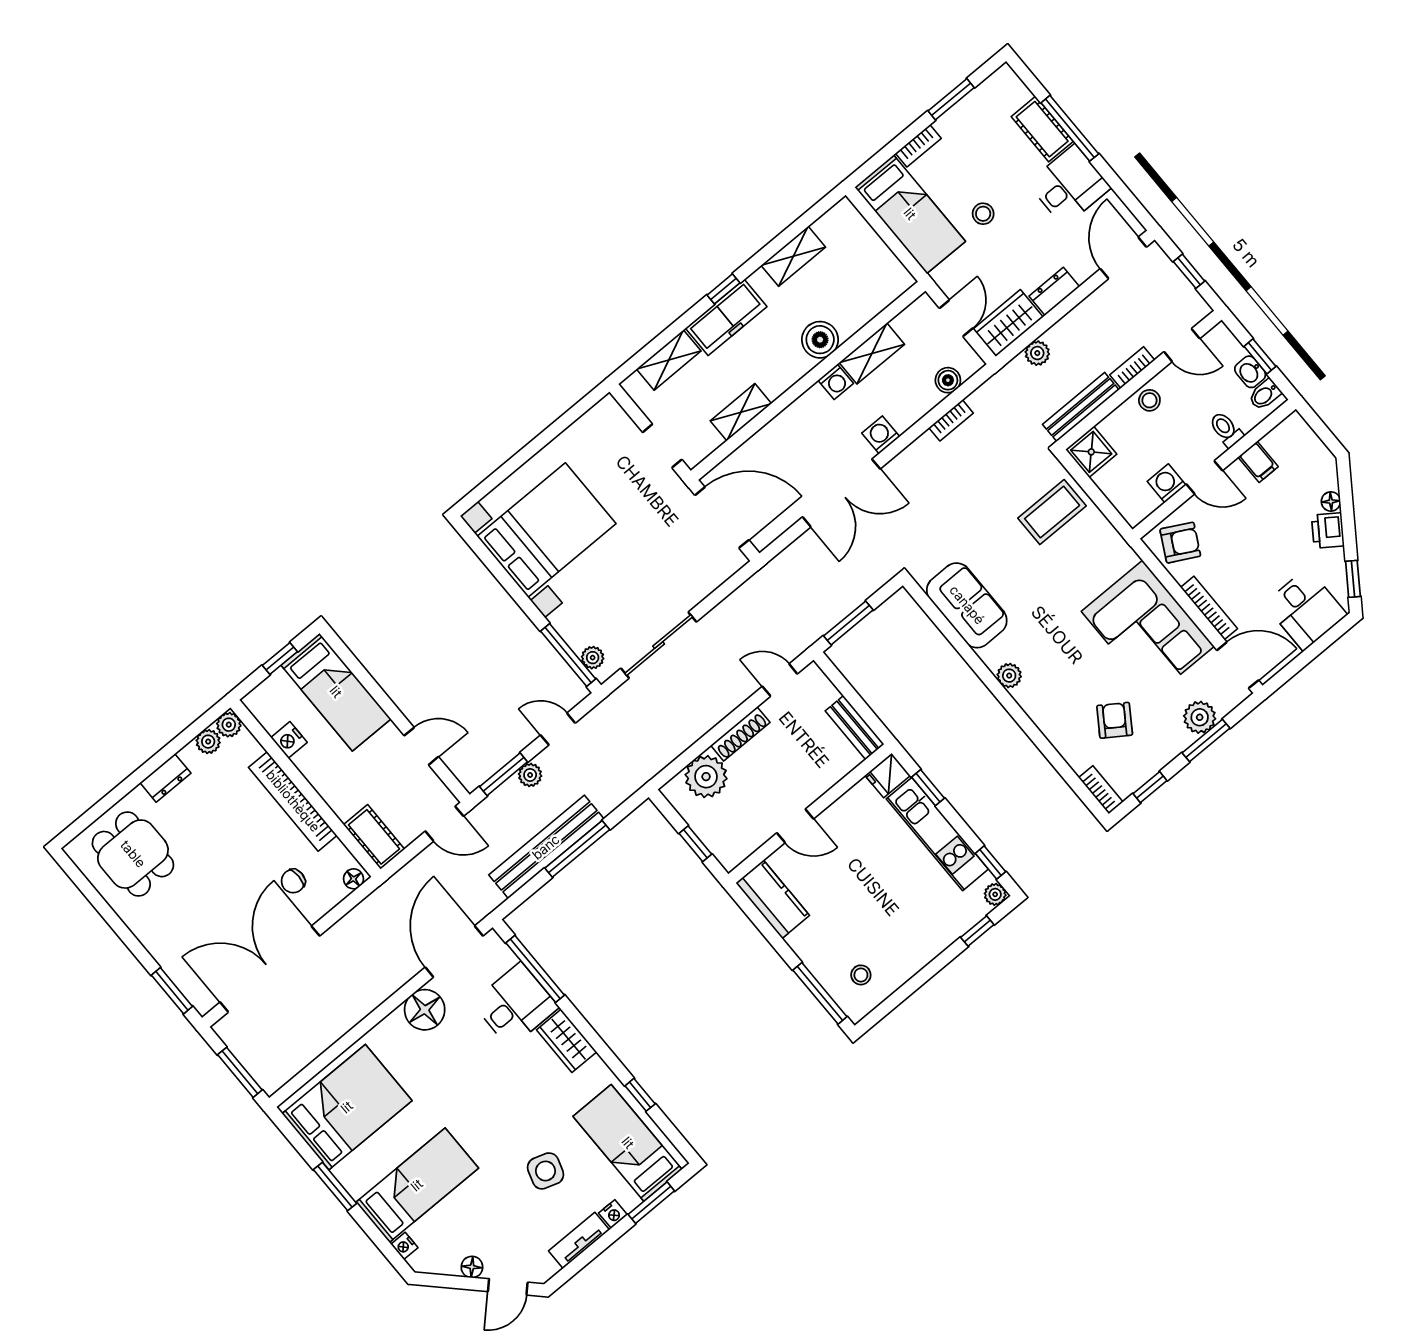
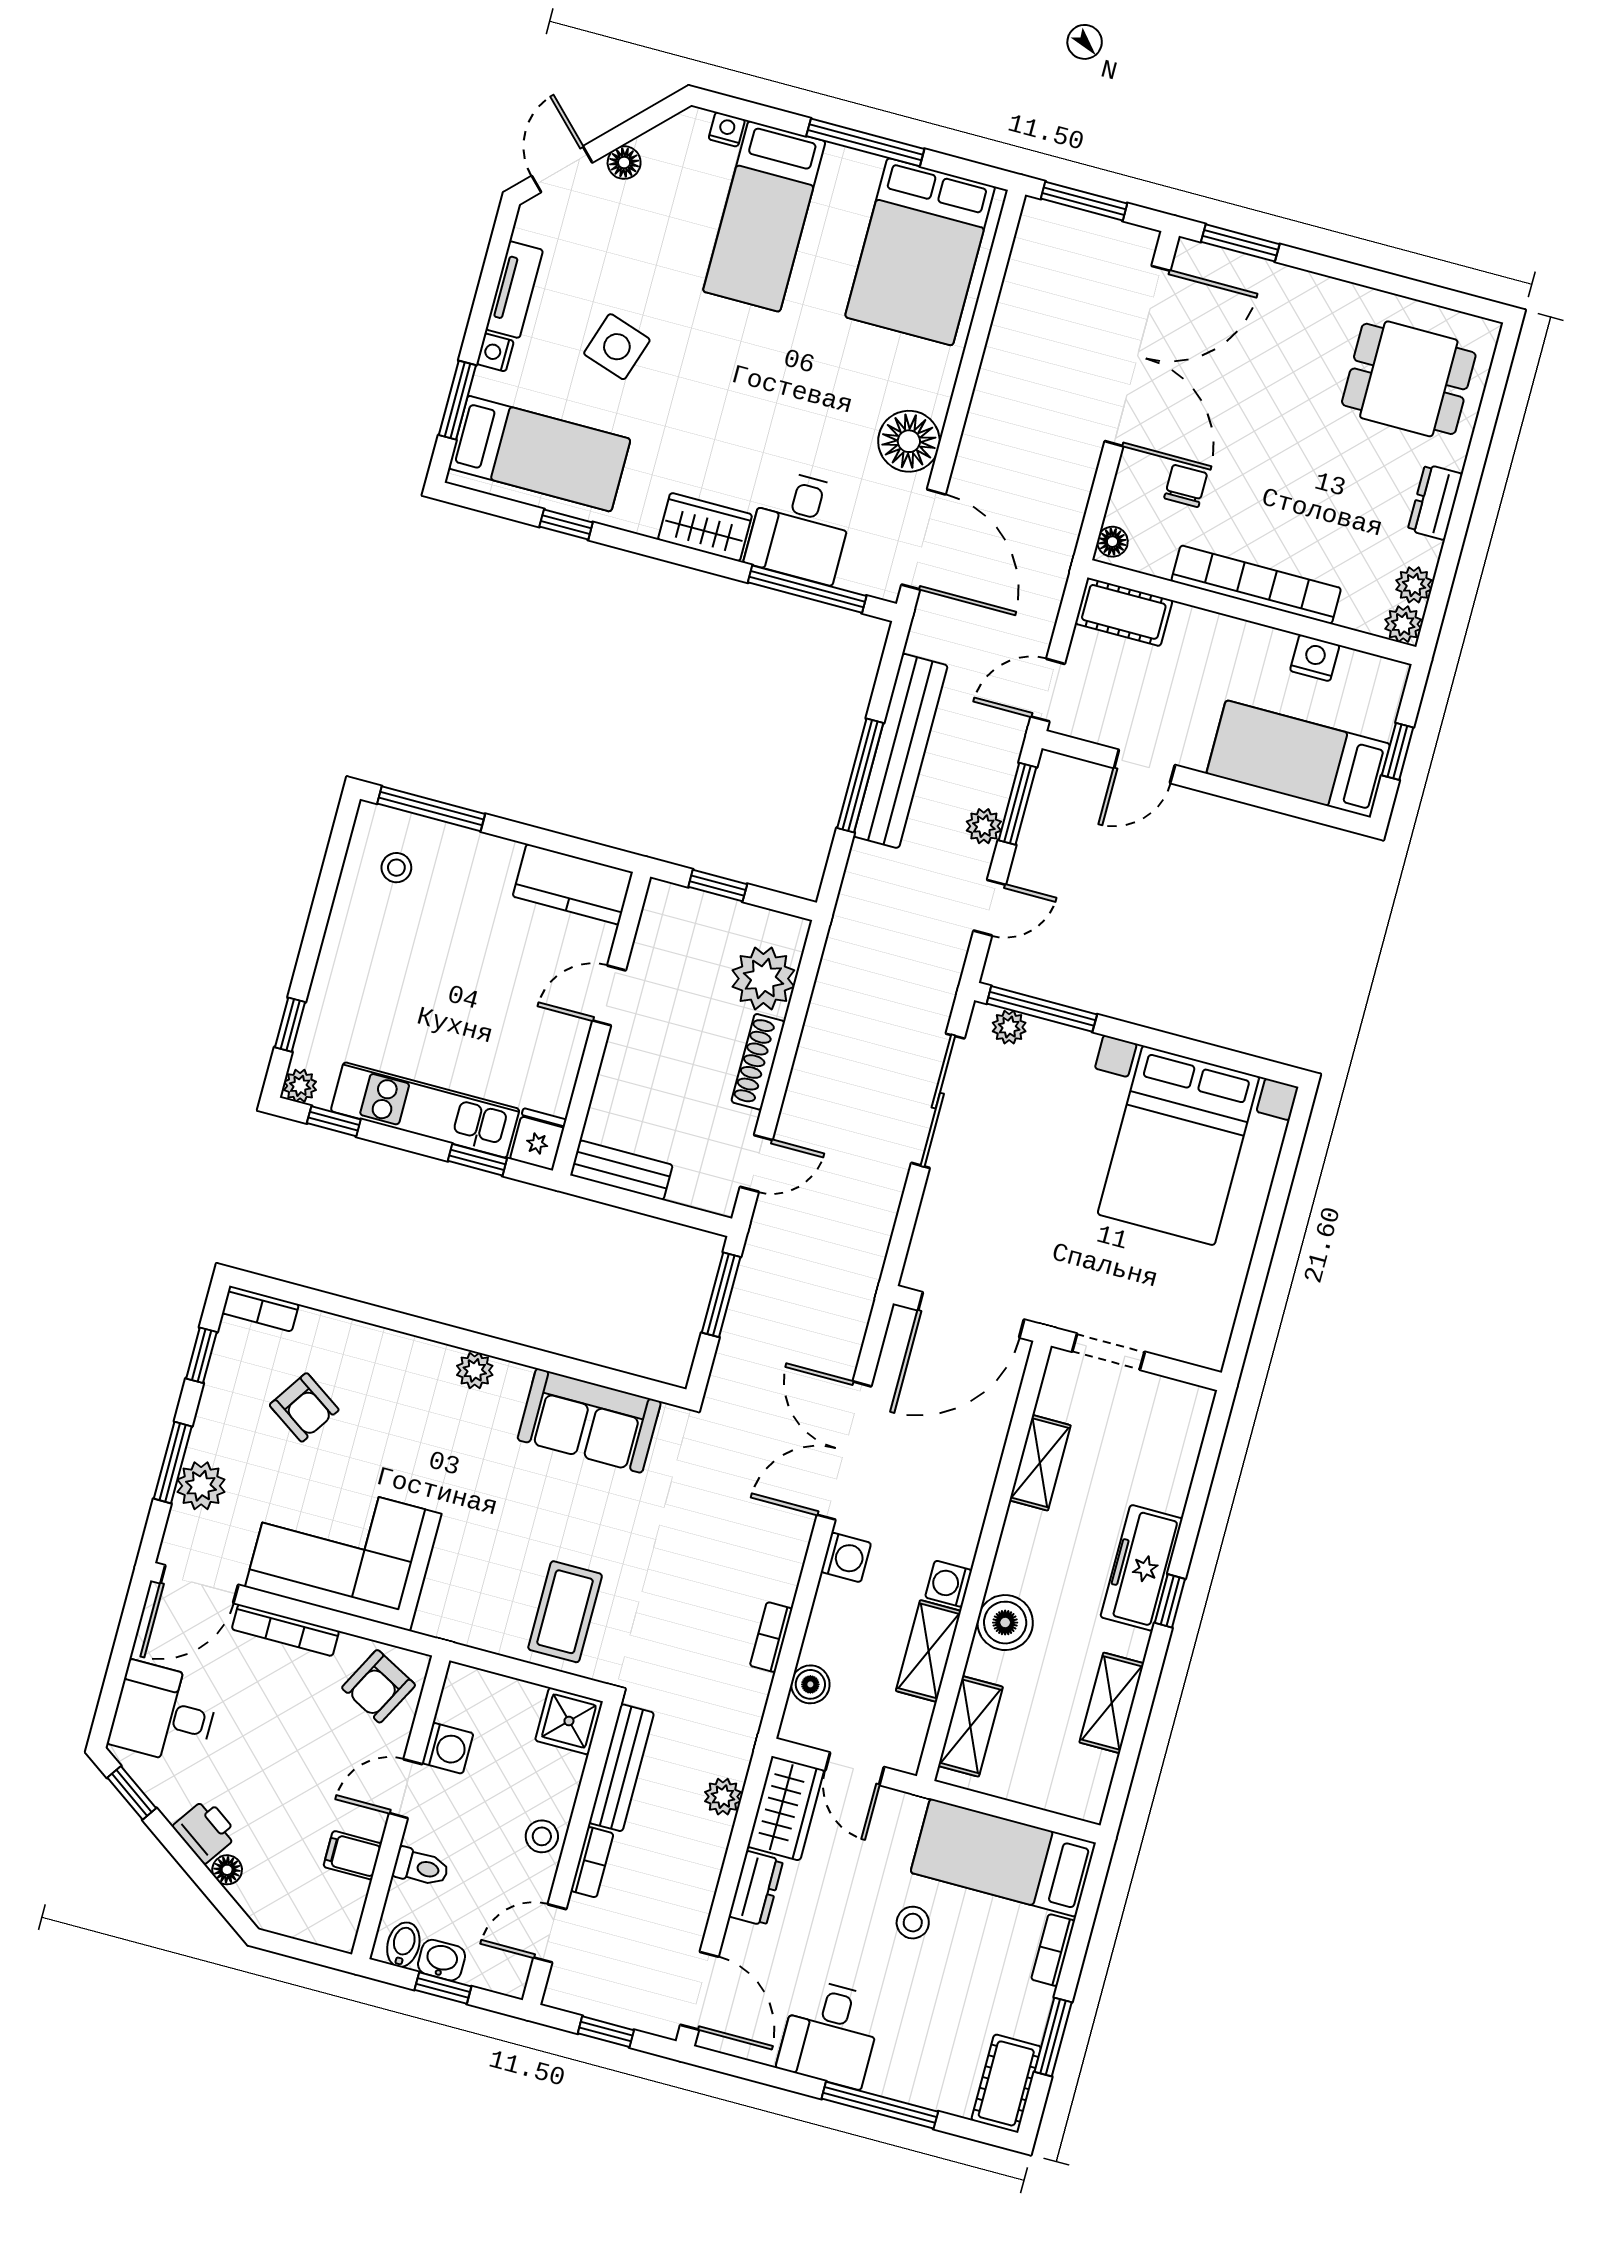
cot: (1042, 129) -> (1006, 2083), moved, turned 90
shelving: (669, 360) -> (970, 1726), moved
window: (335, 1187) -> (865, 142), width x1.44

